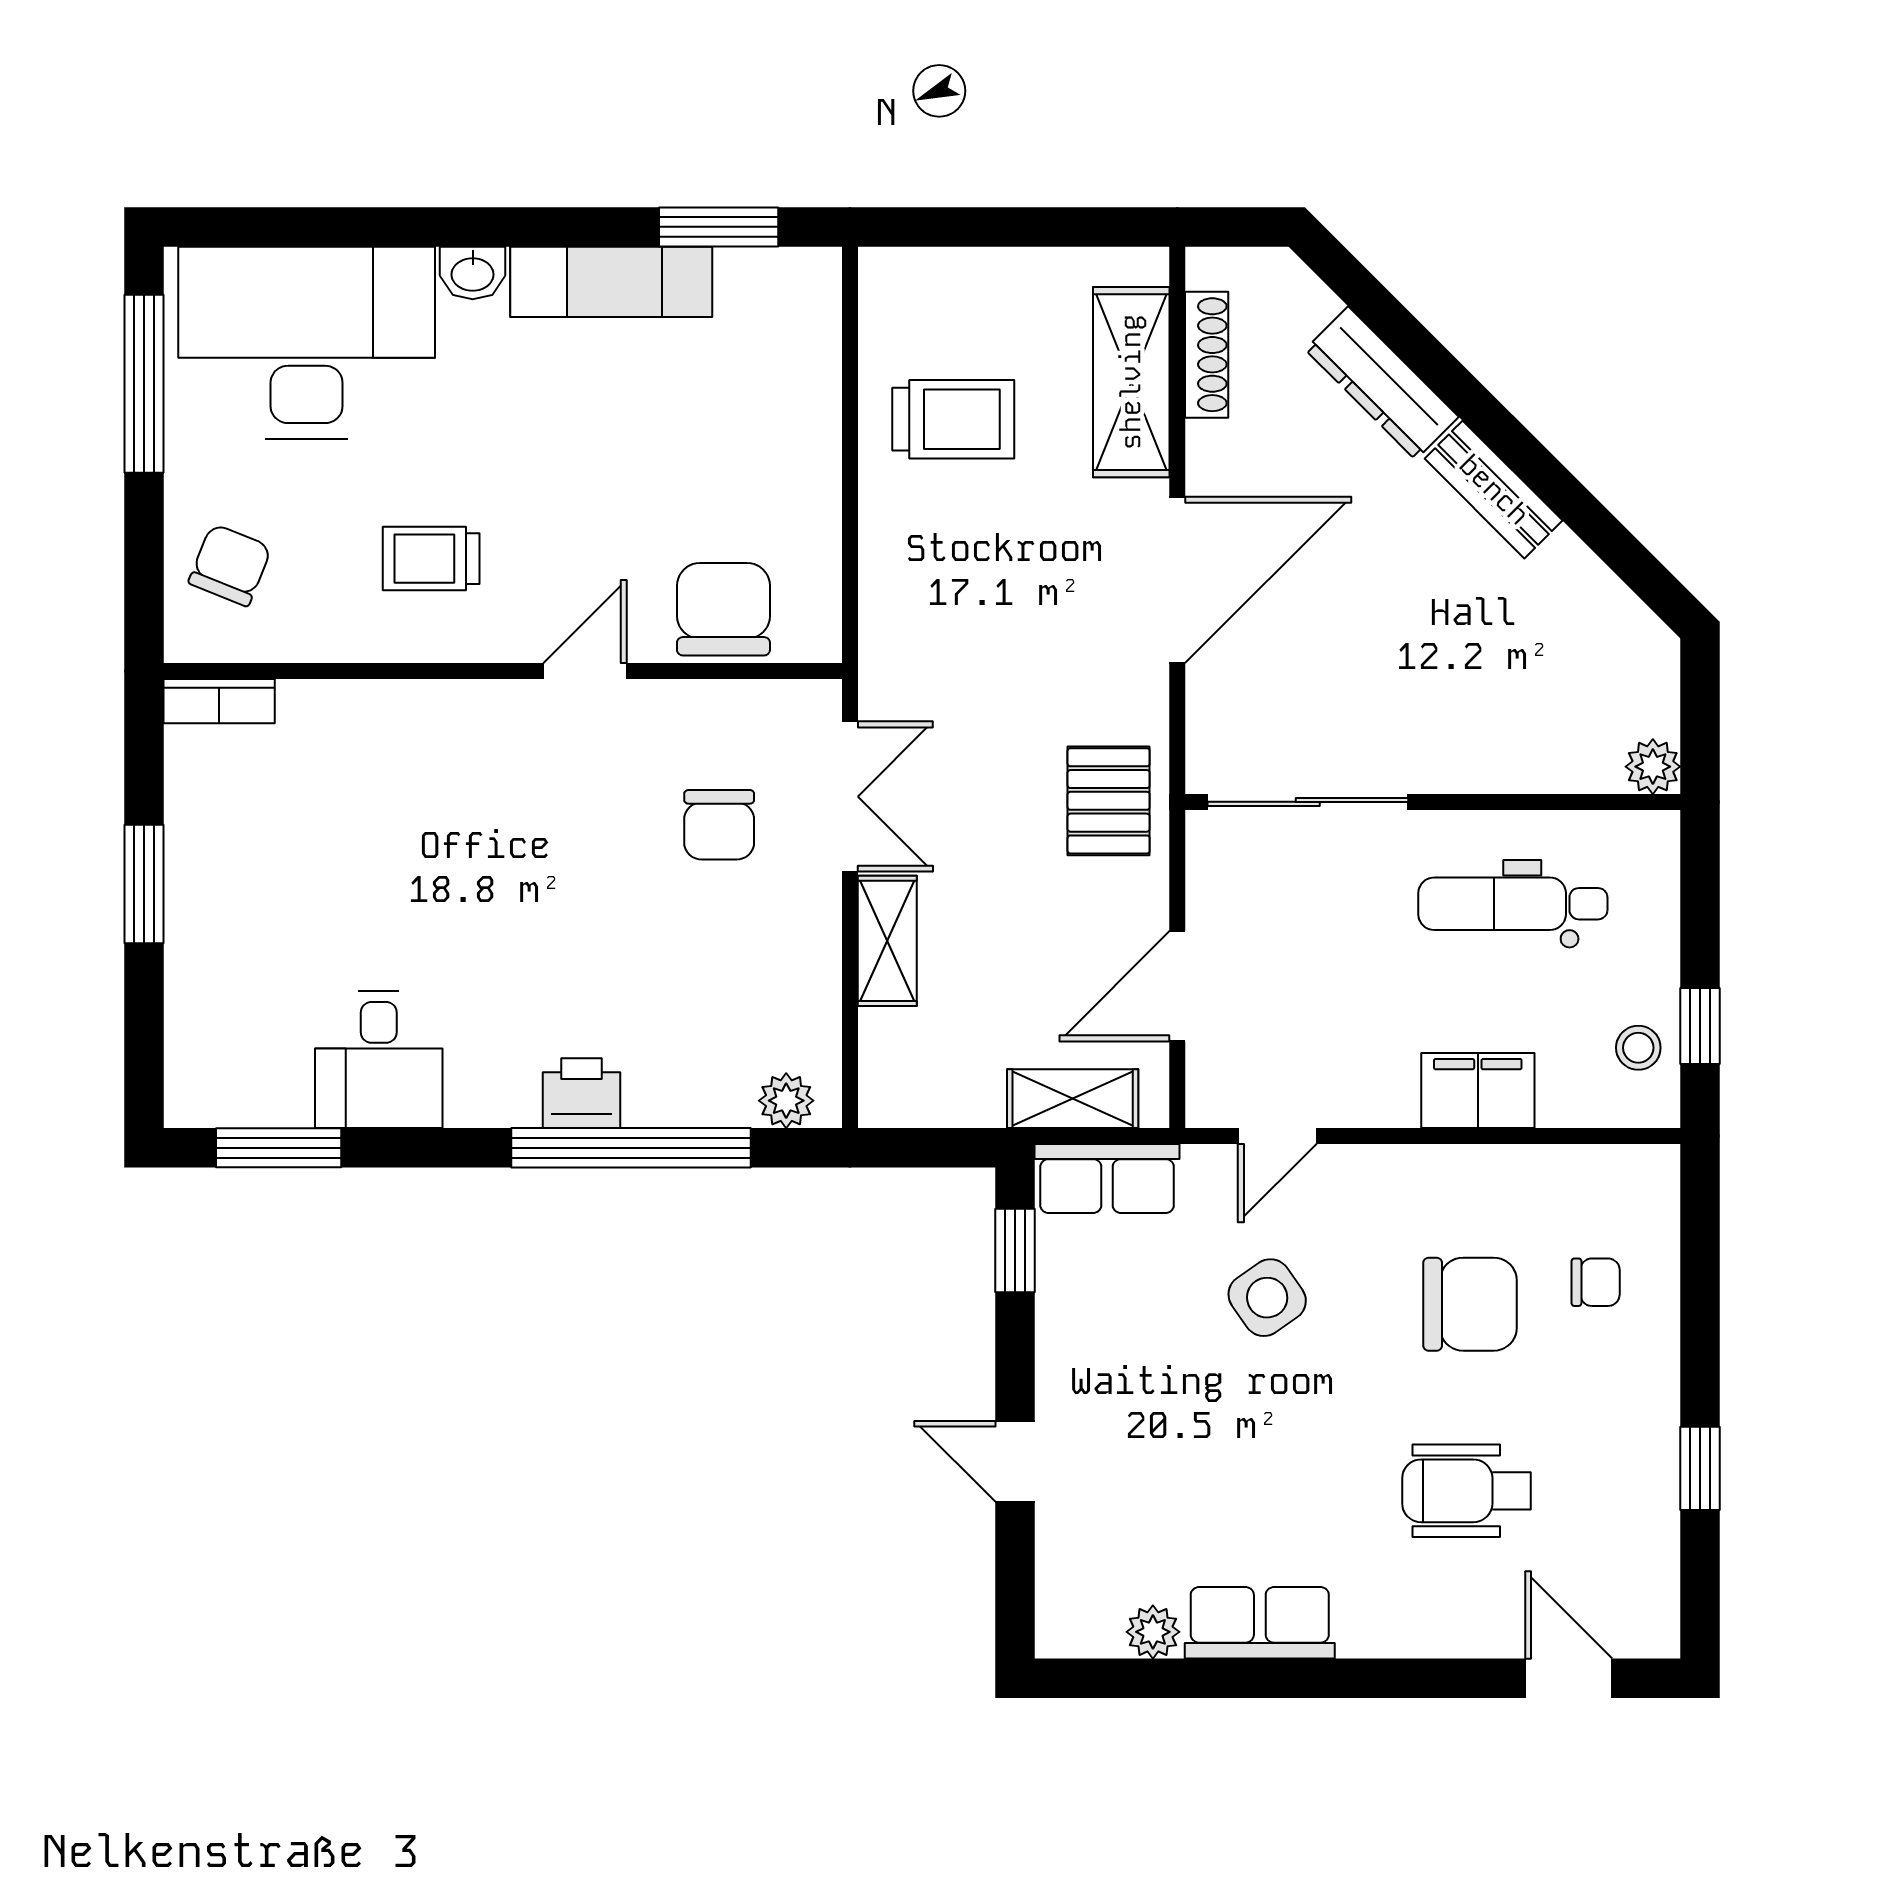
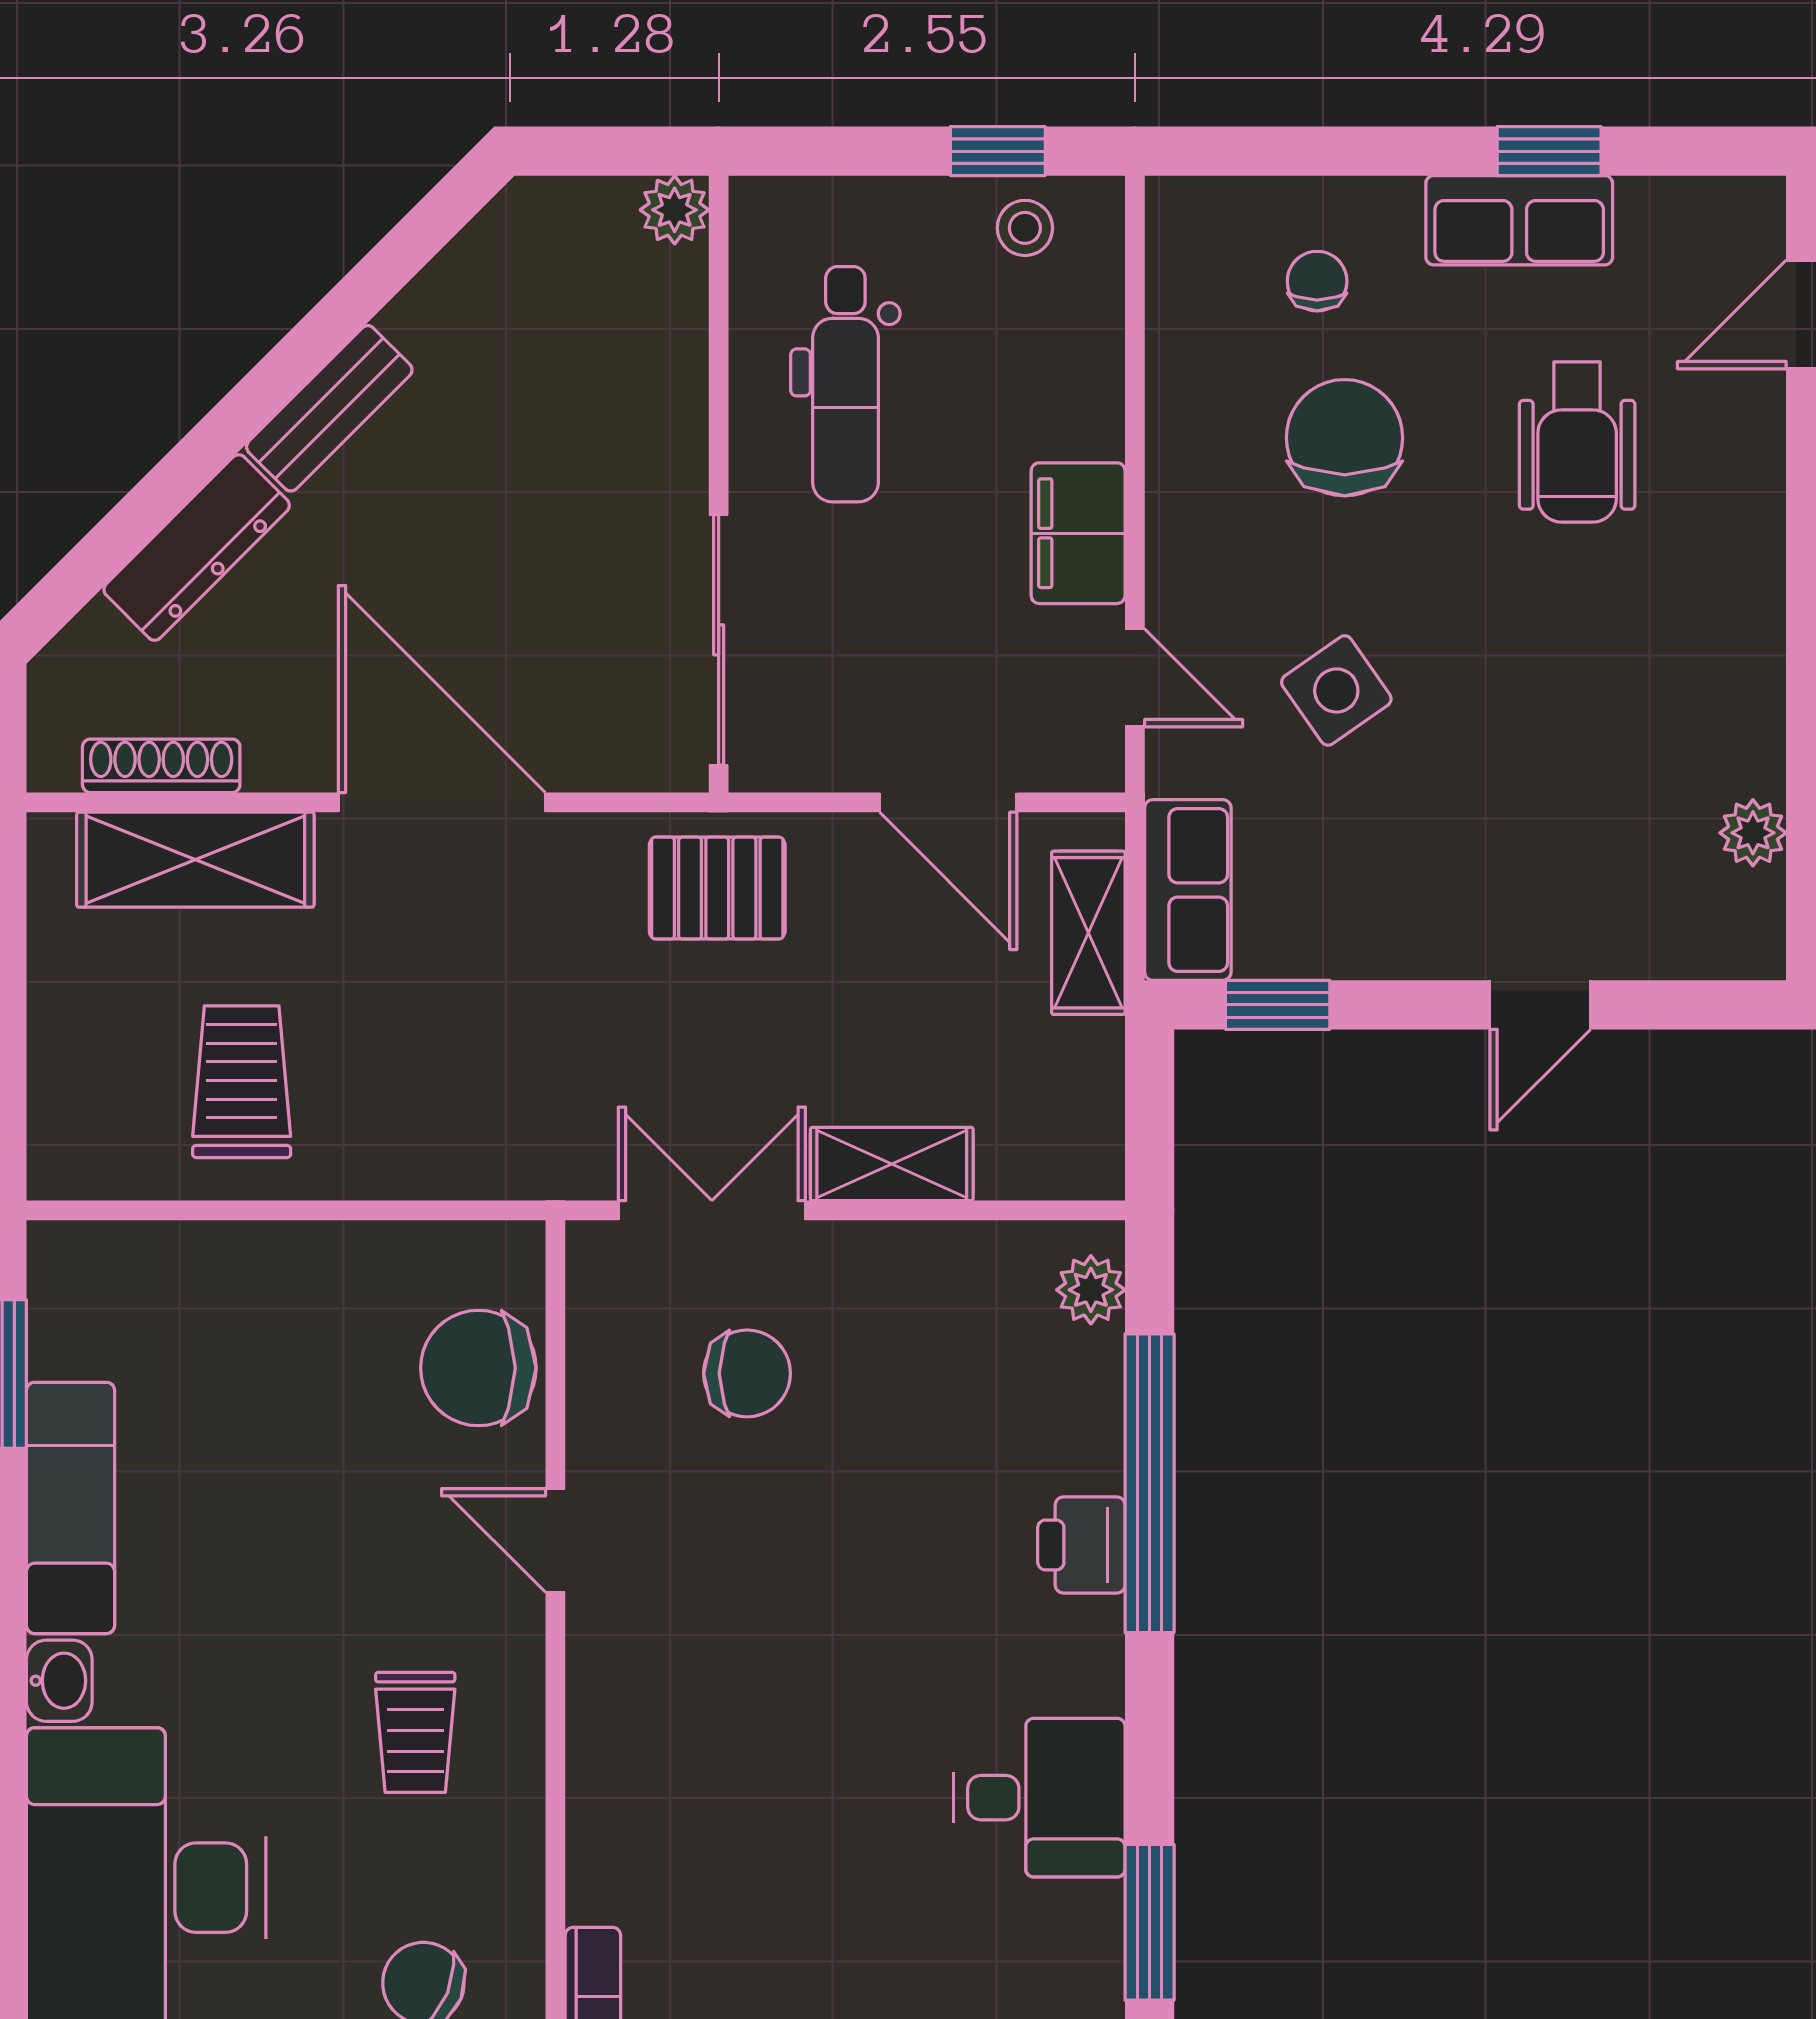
filing cabinet: (1478, 1090) -> (1078, 533), moved
row of seats: (1260, 1623) -> (1519, 220), moved, turned -90

